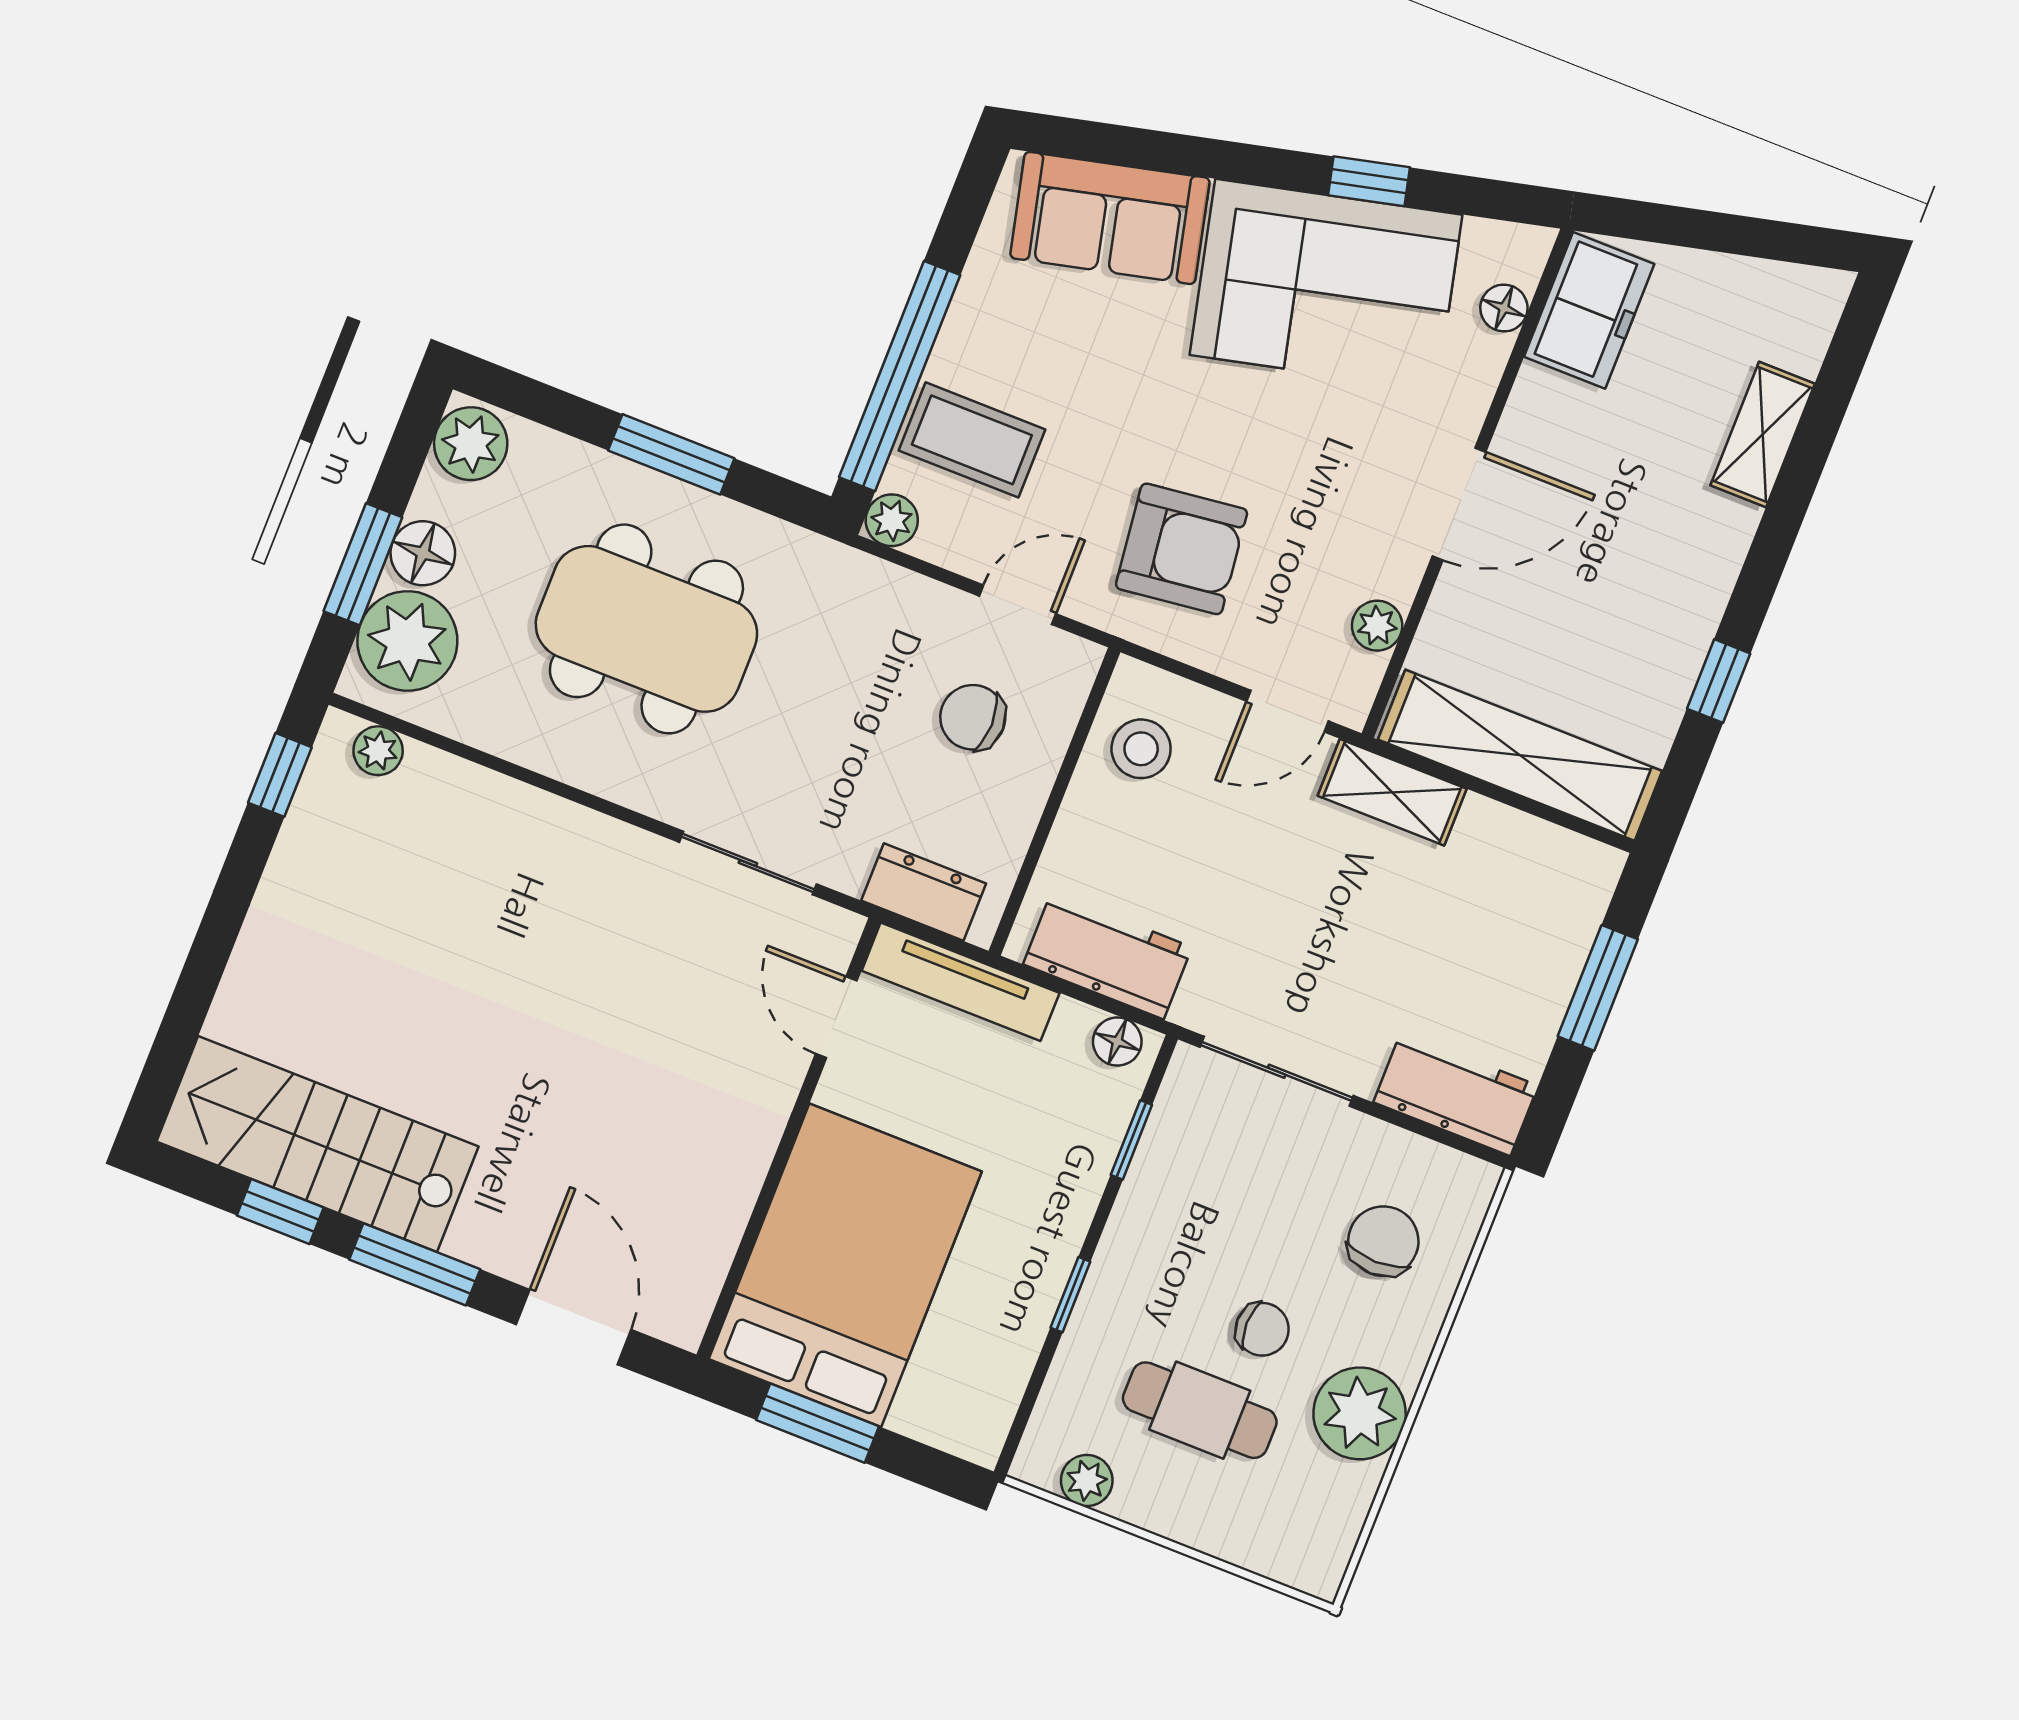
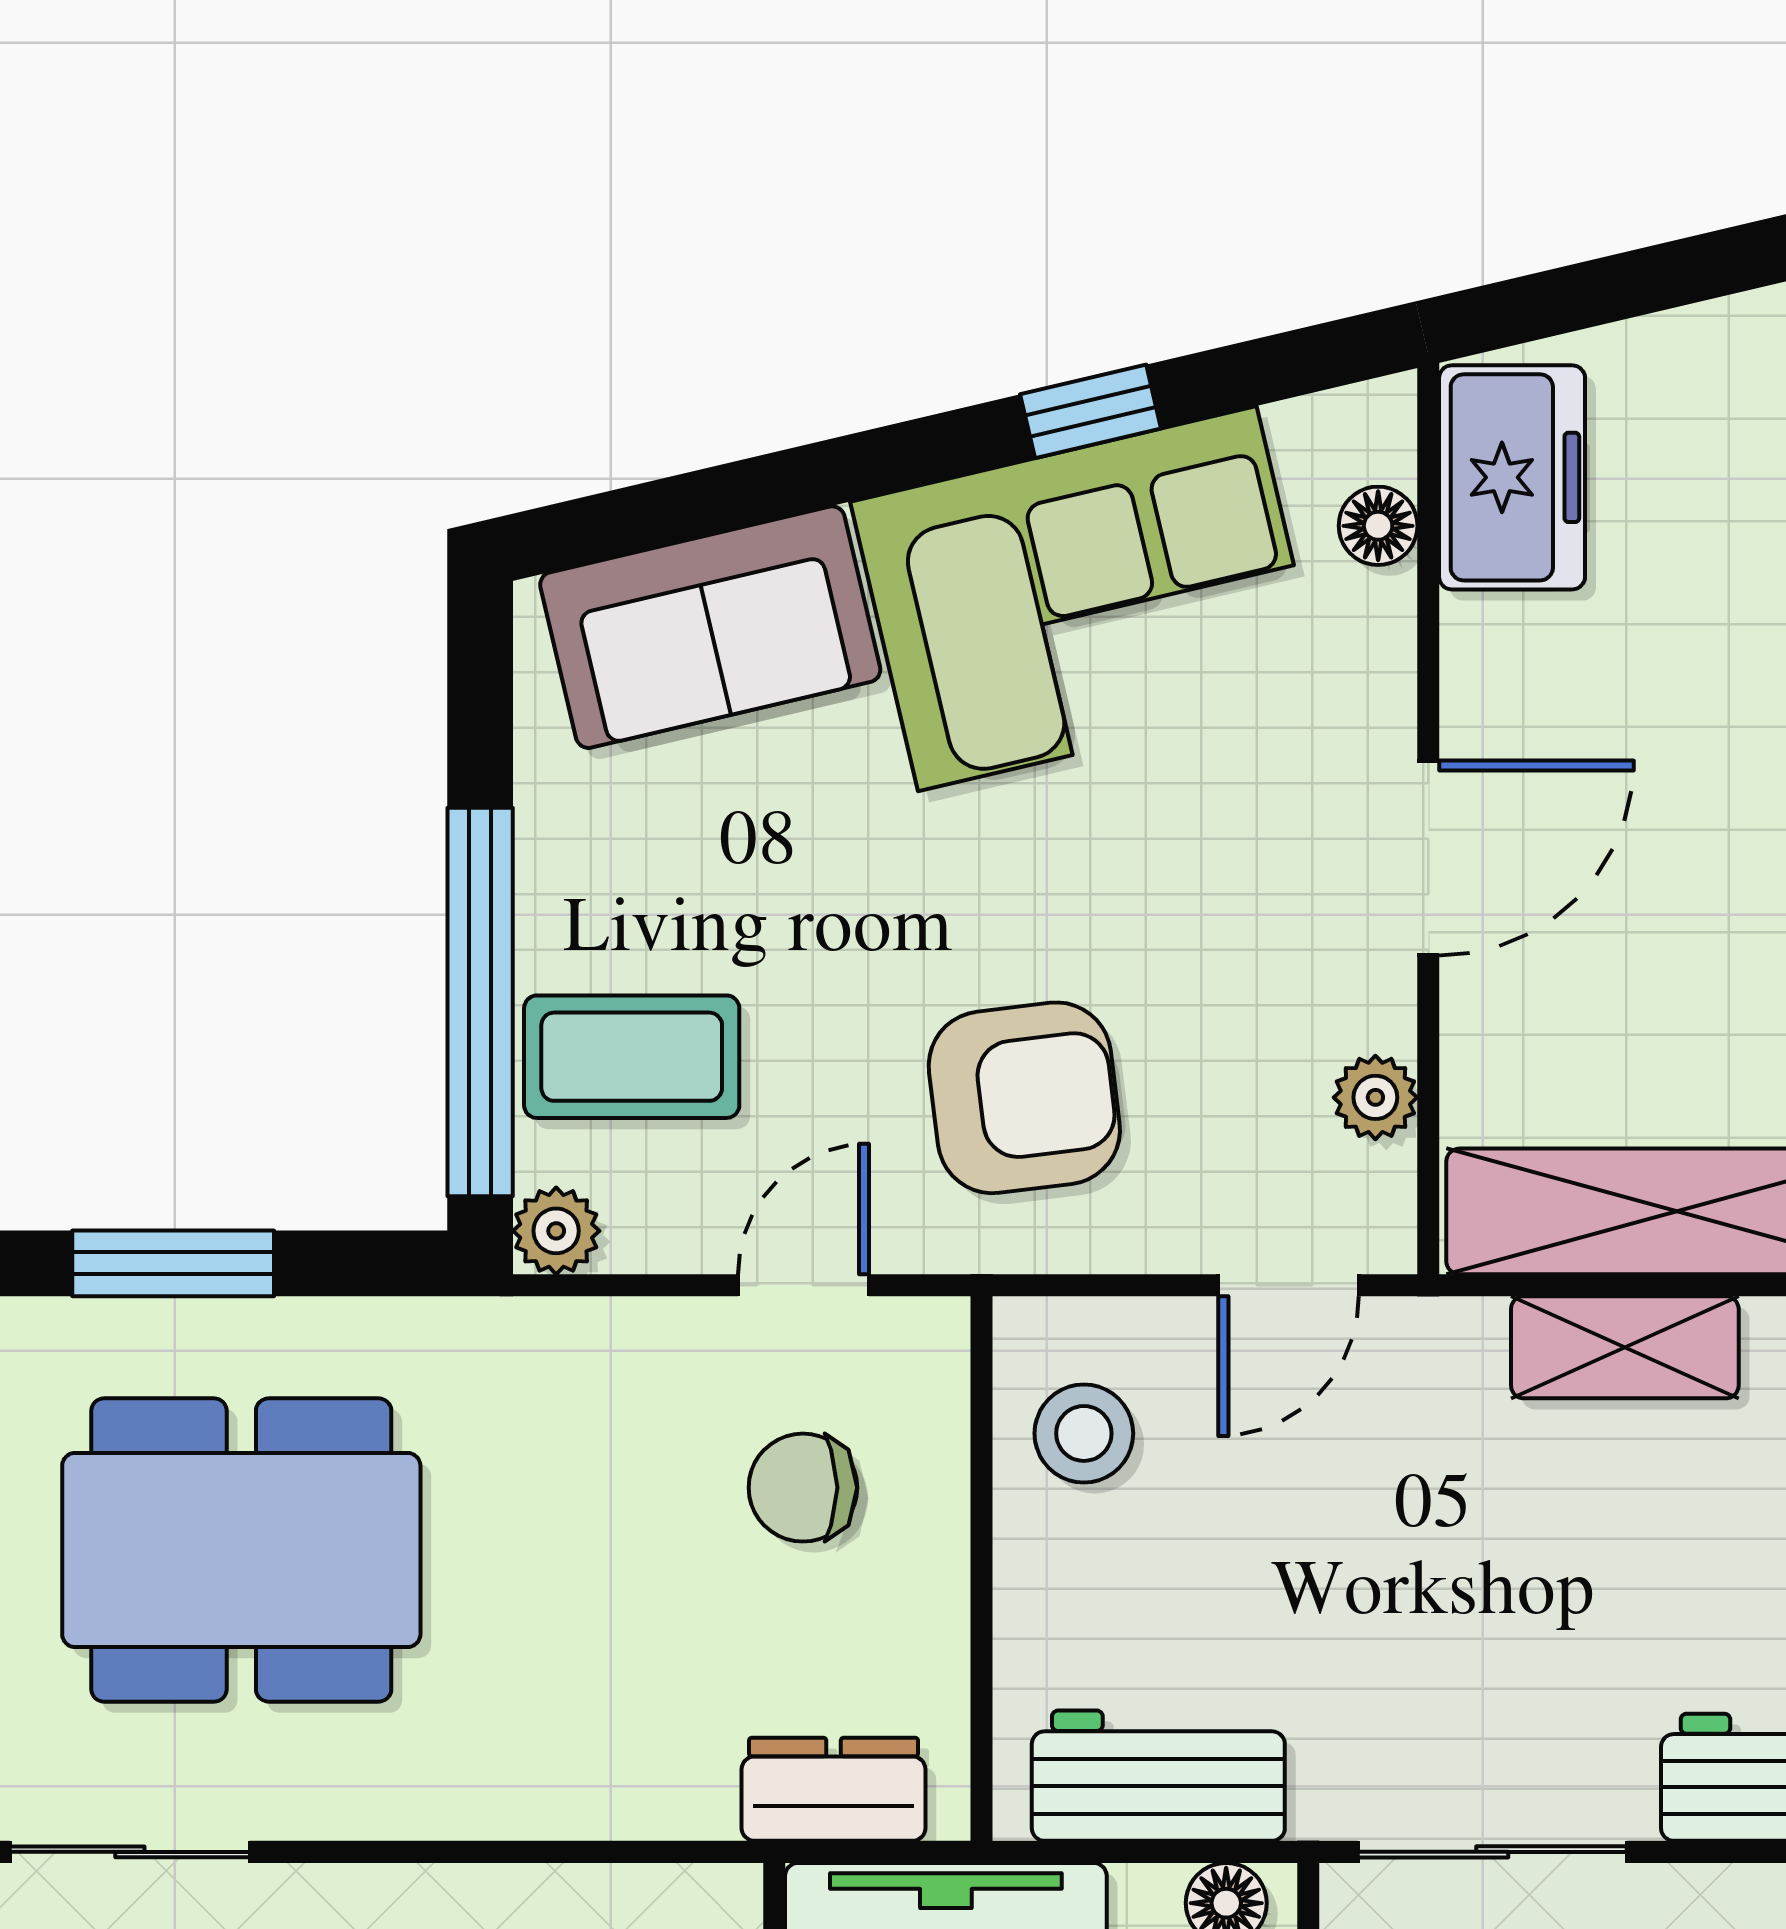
shelving: (1392, 792) -> (1625, 1347), moved
sliding door: (748, 863) -> (130, 1852), moved

